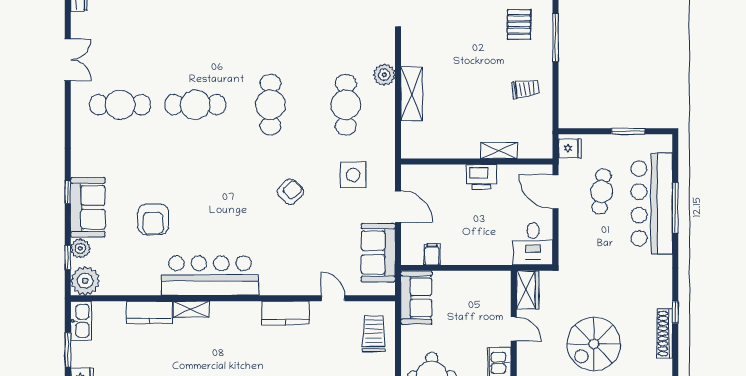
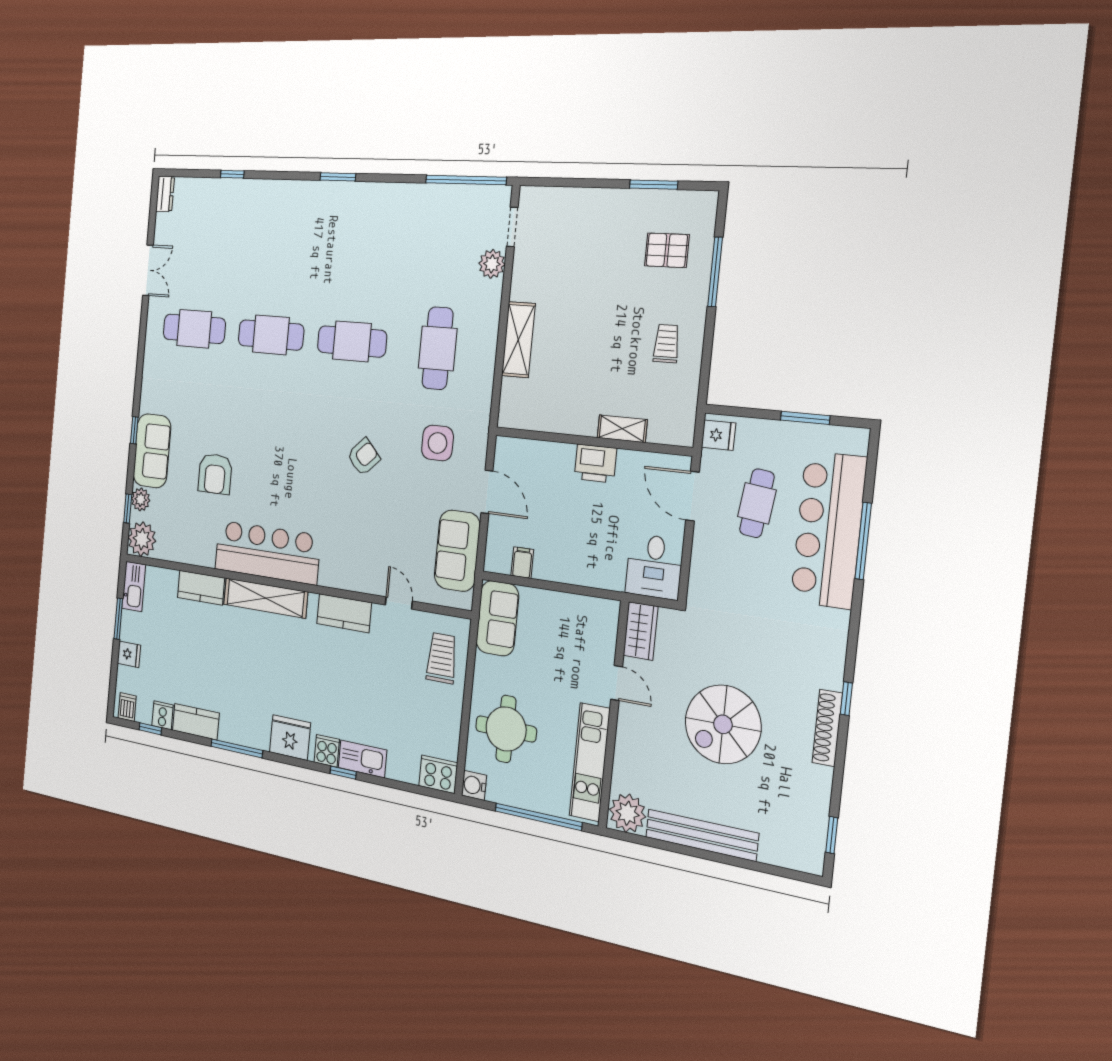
pallet: (519, 24) -> (667, 250), turned 90
plant: (384, 75) -> (492, 264), moved
trolley: (526, 89) -> (666, 344), turned -82
cafe table: (270, 105) -> (352, 341), turned 90
shelving: (191, 309) -> (265, 598), width x2.20, depth x1.33

